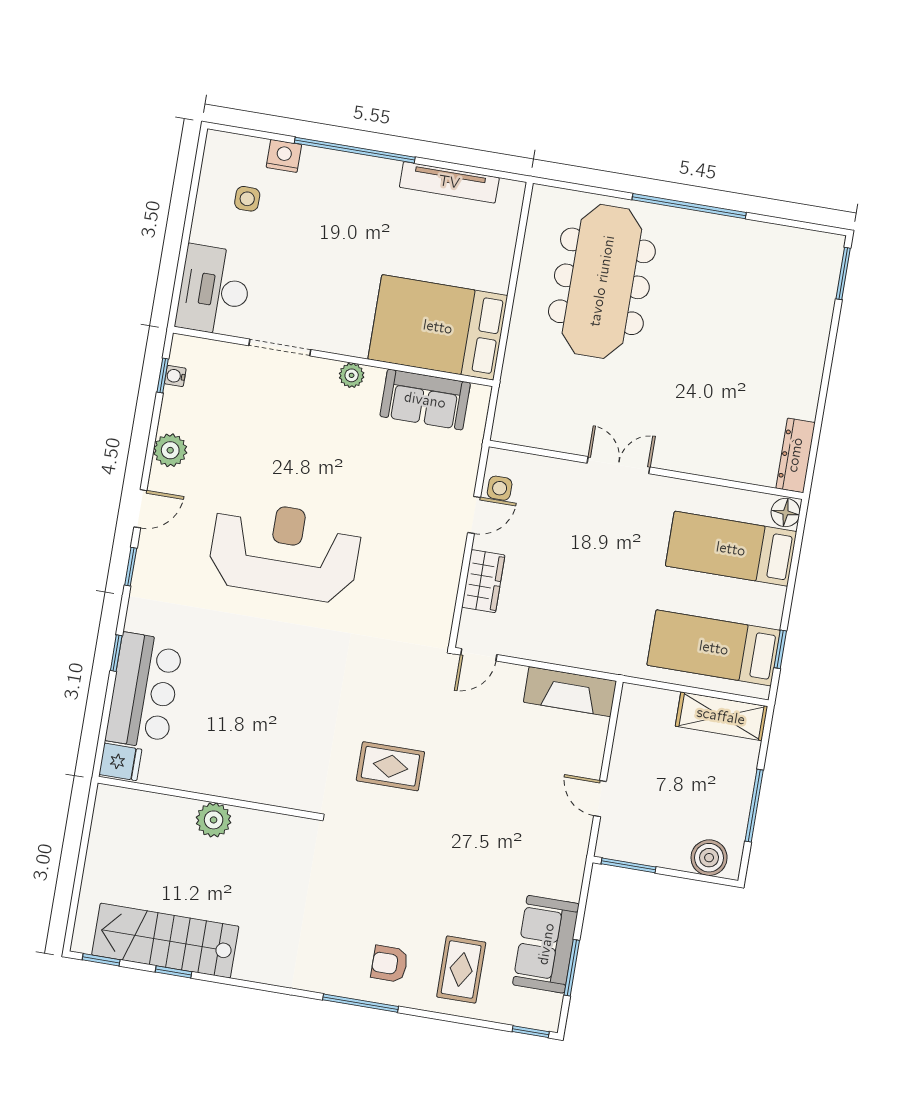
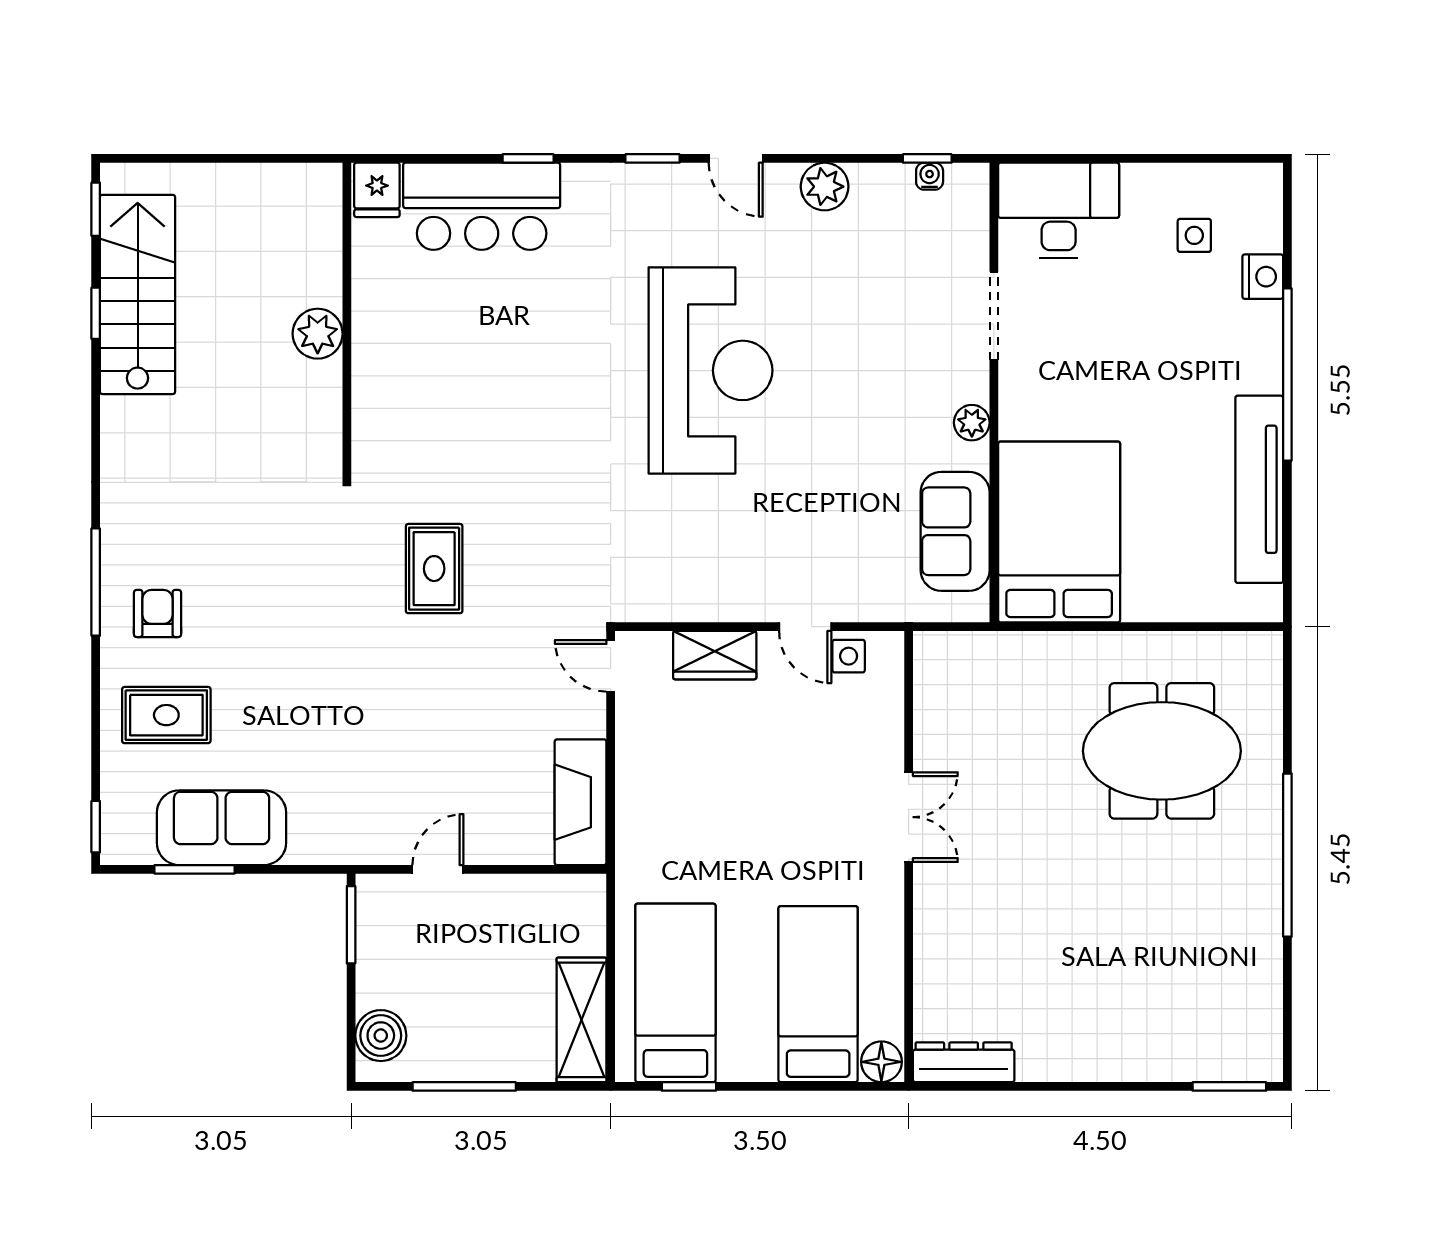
tv unit: (449, 182) -> (1259, 489), width x1.36, depth x1.29
meeting table: (602, 281) -> (1162, 751), width x0.73

